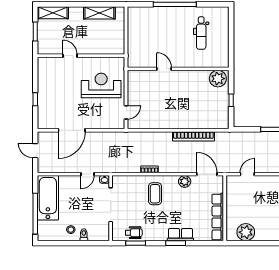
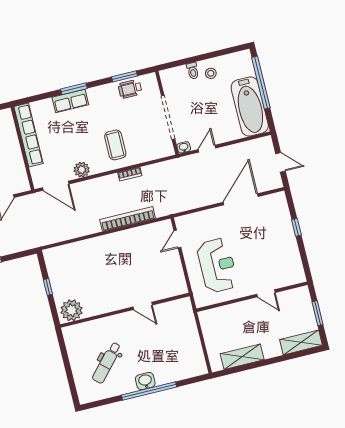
washbasin: (176, 12) -> (145, 381), added
dental chair: (201, 33) -> (107, 363), turned -138
reception desk: (101, 85) -> (217, 265), turned -90
bookcase: (193, 136) -> (128, 219), moved

